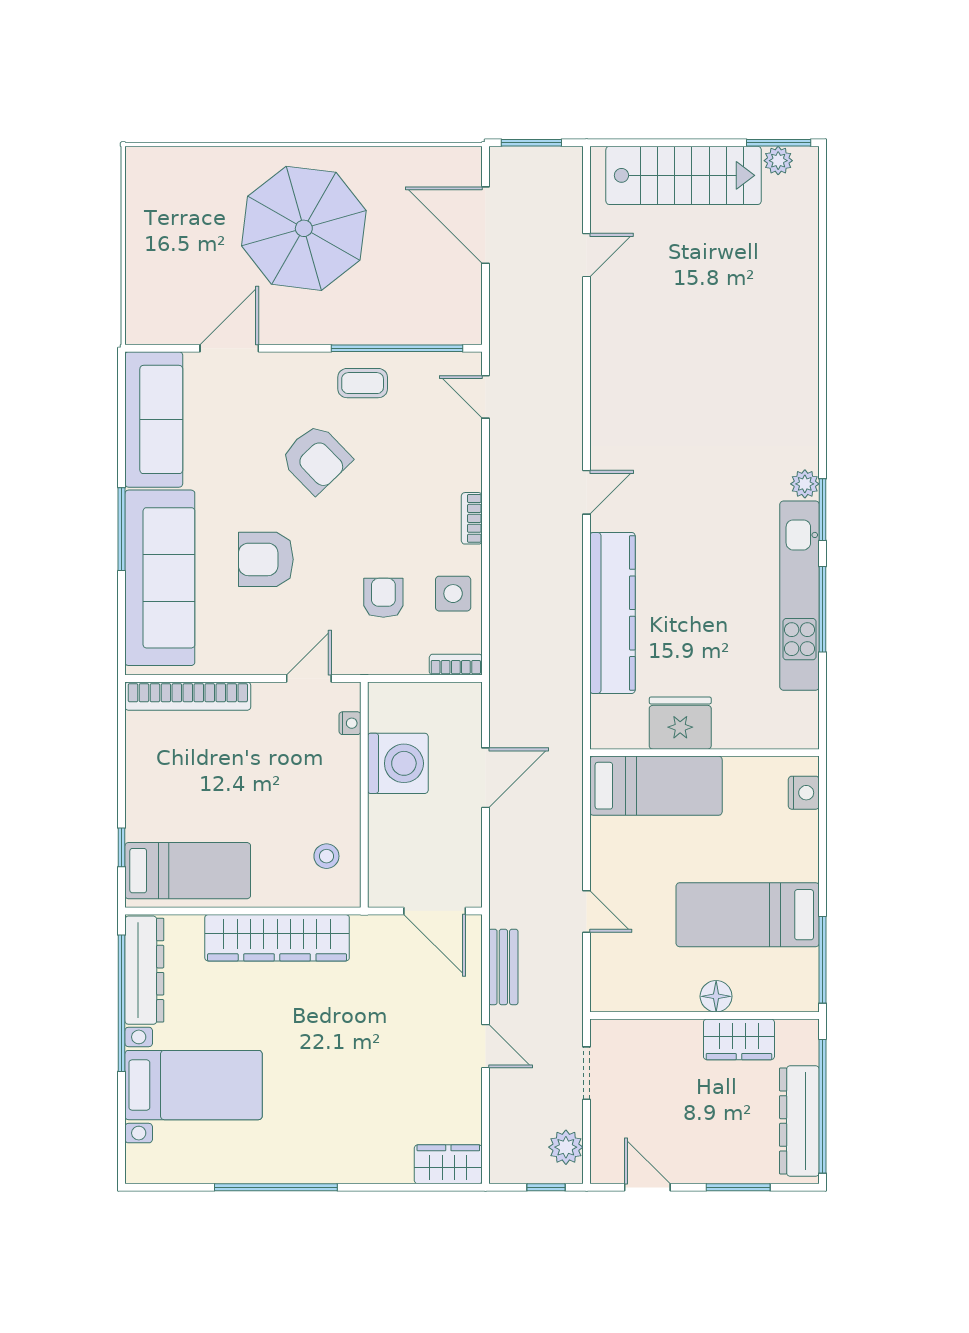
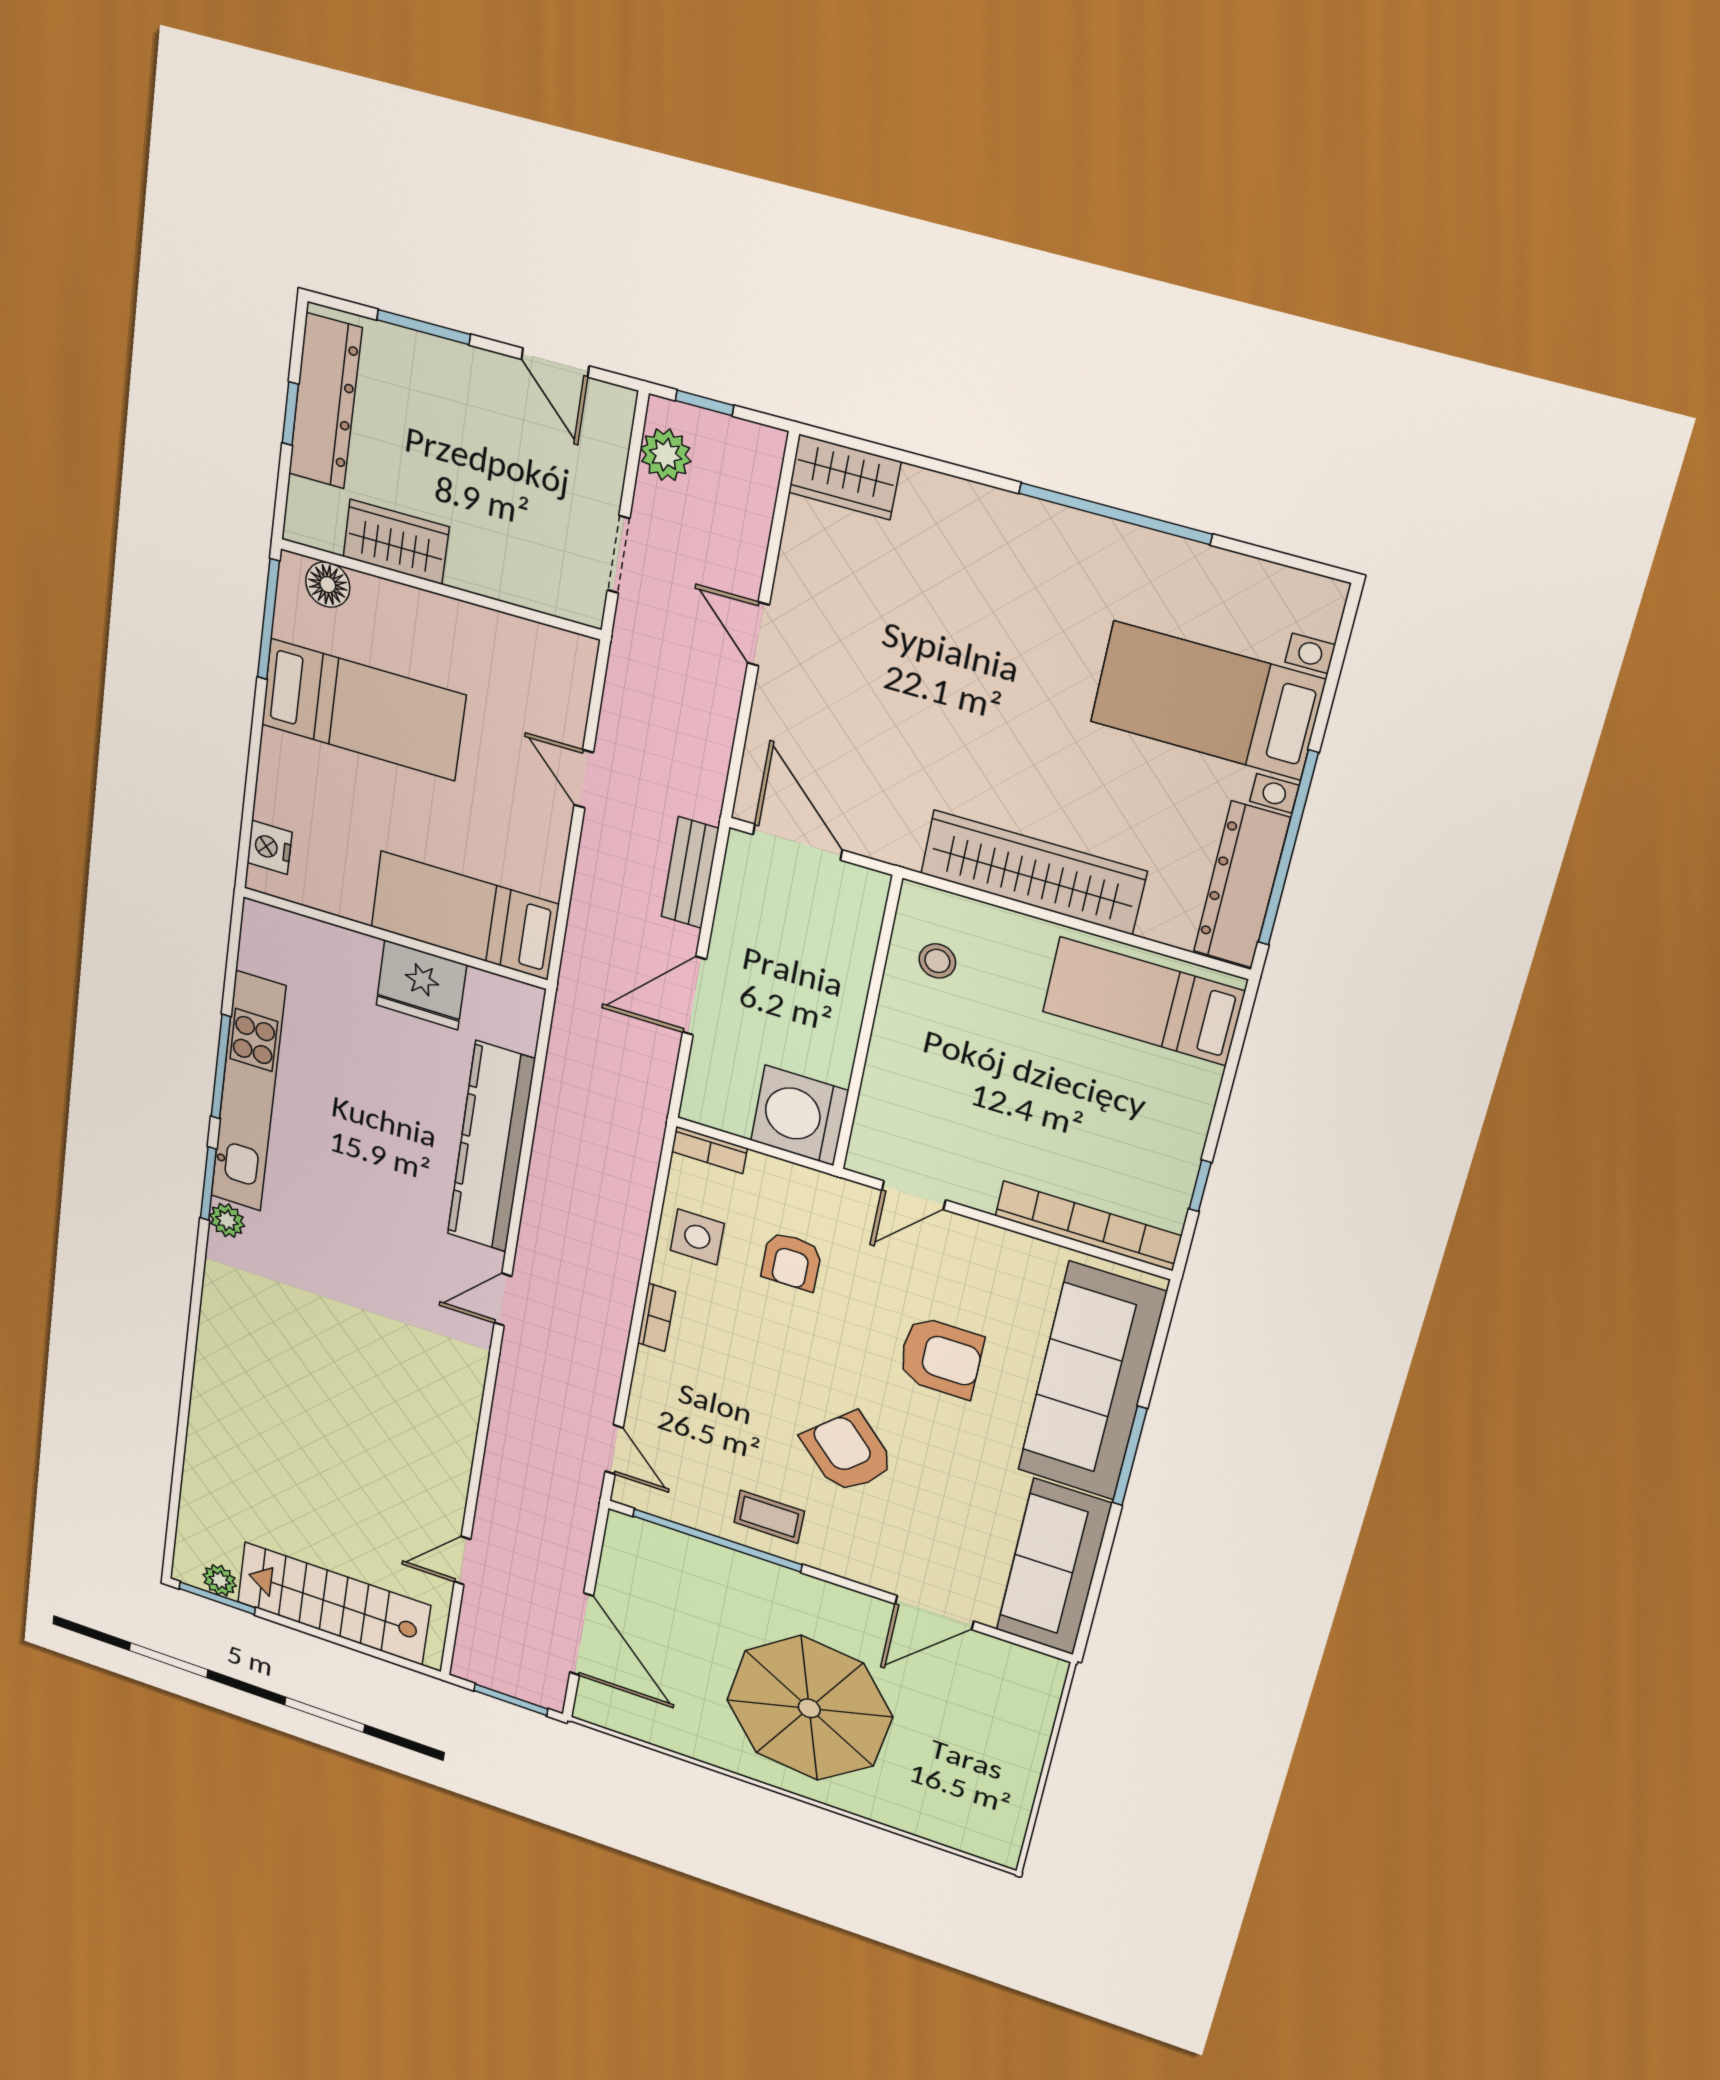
nightstand: (350, 723) -> (868, 1122), removed
washing machine: (398, 763) -> (799, 1116), moved
window: (122, 847) -> (1200, 1186), moved
bench: (503, 967) -> (690, 873), moved
floor lamp: (716, 996) -> (328, 585), moved
window: (822, 1106) -> (290, 414), width x0.32

